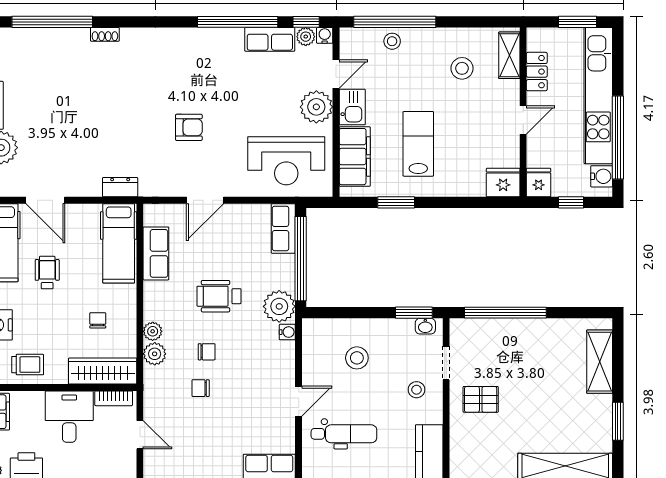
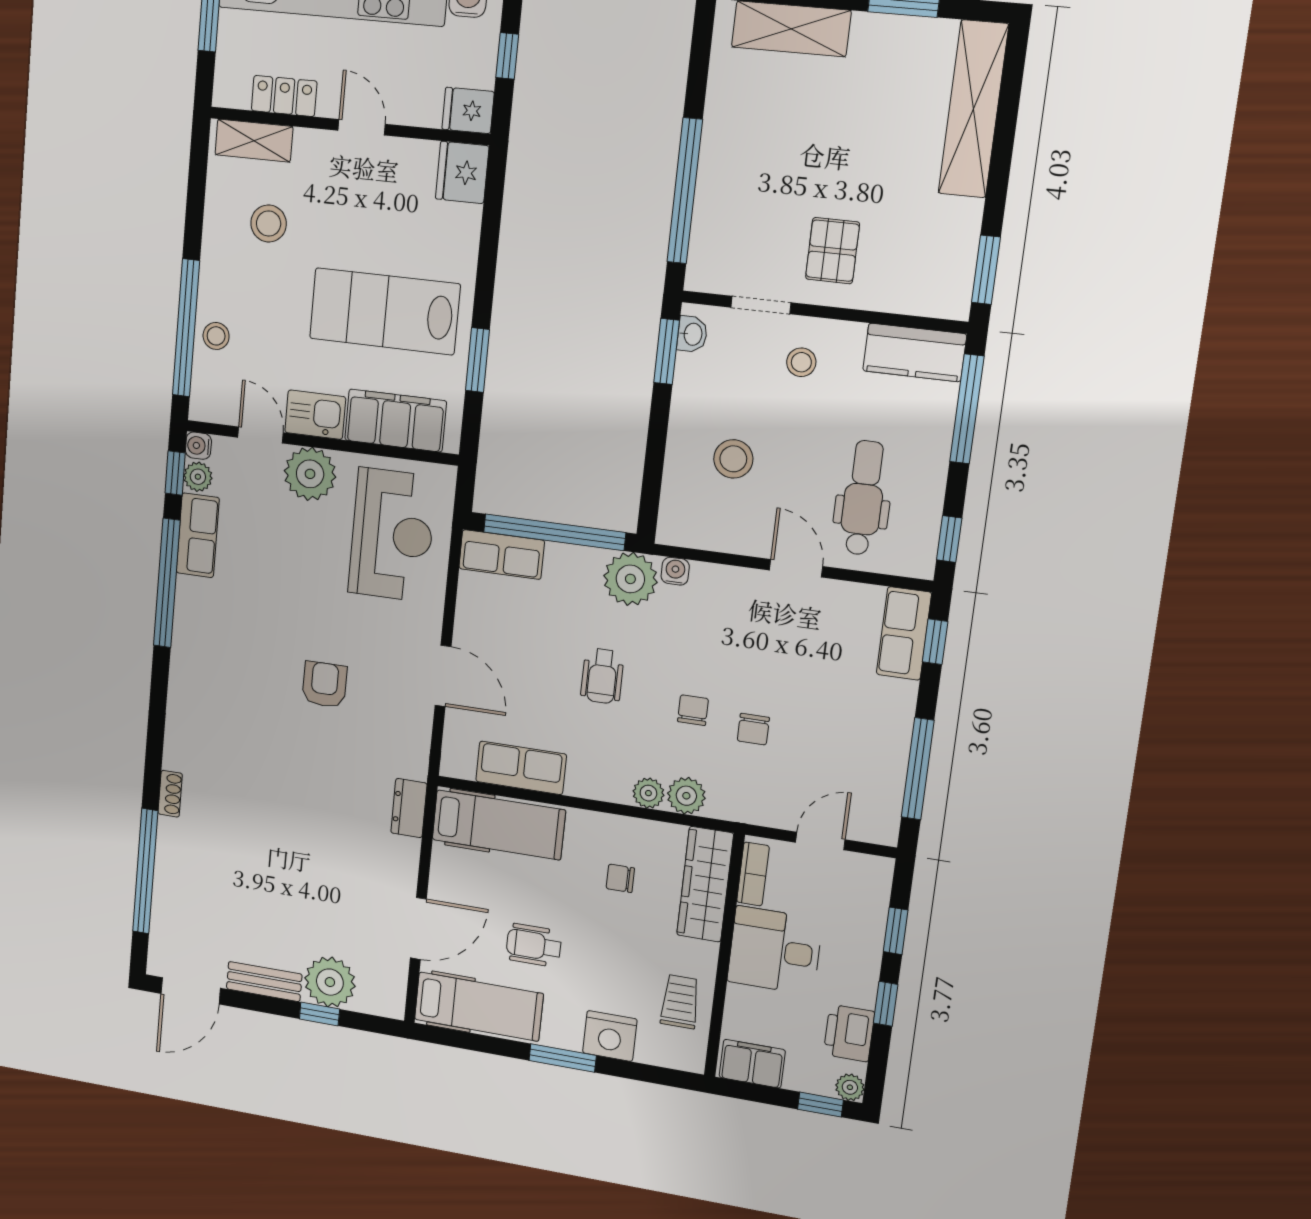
lab bench: (418, 144) -> (385, 311), width x1.36, depth x1.39
wheelchair: (219, 296) -> (602, 676), width x0.73, depth x0.73

